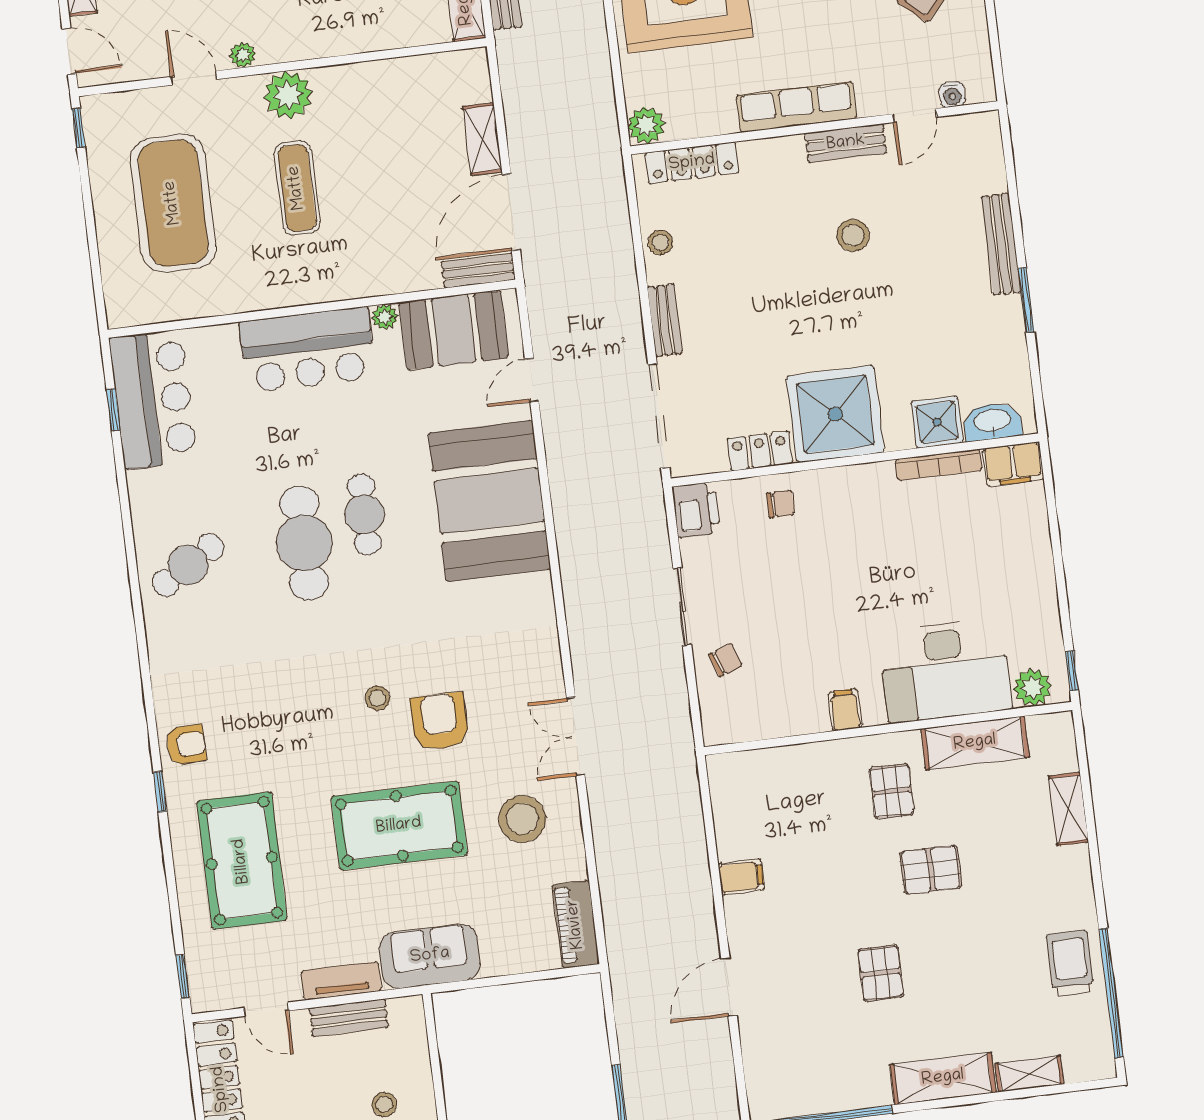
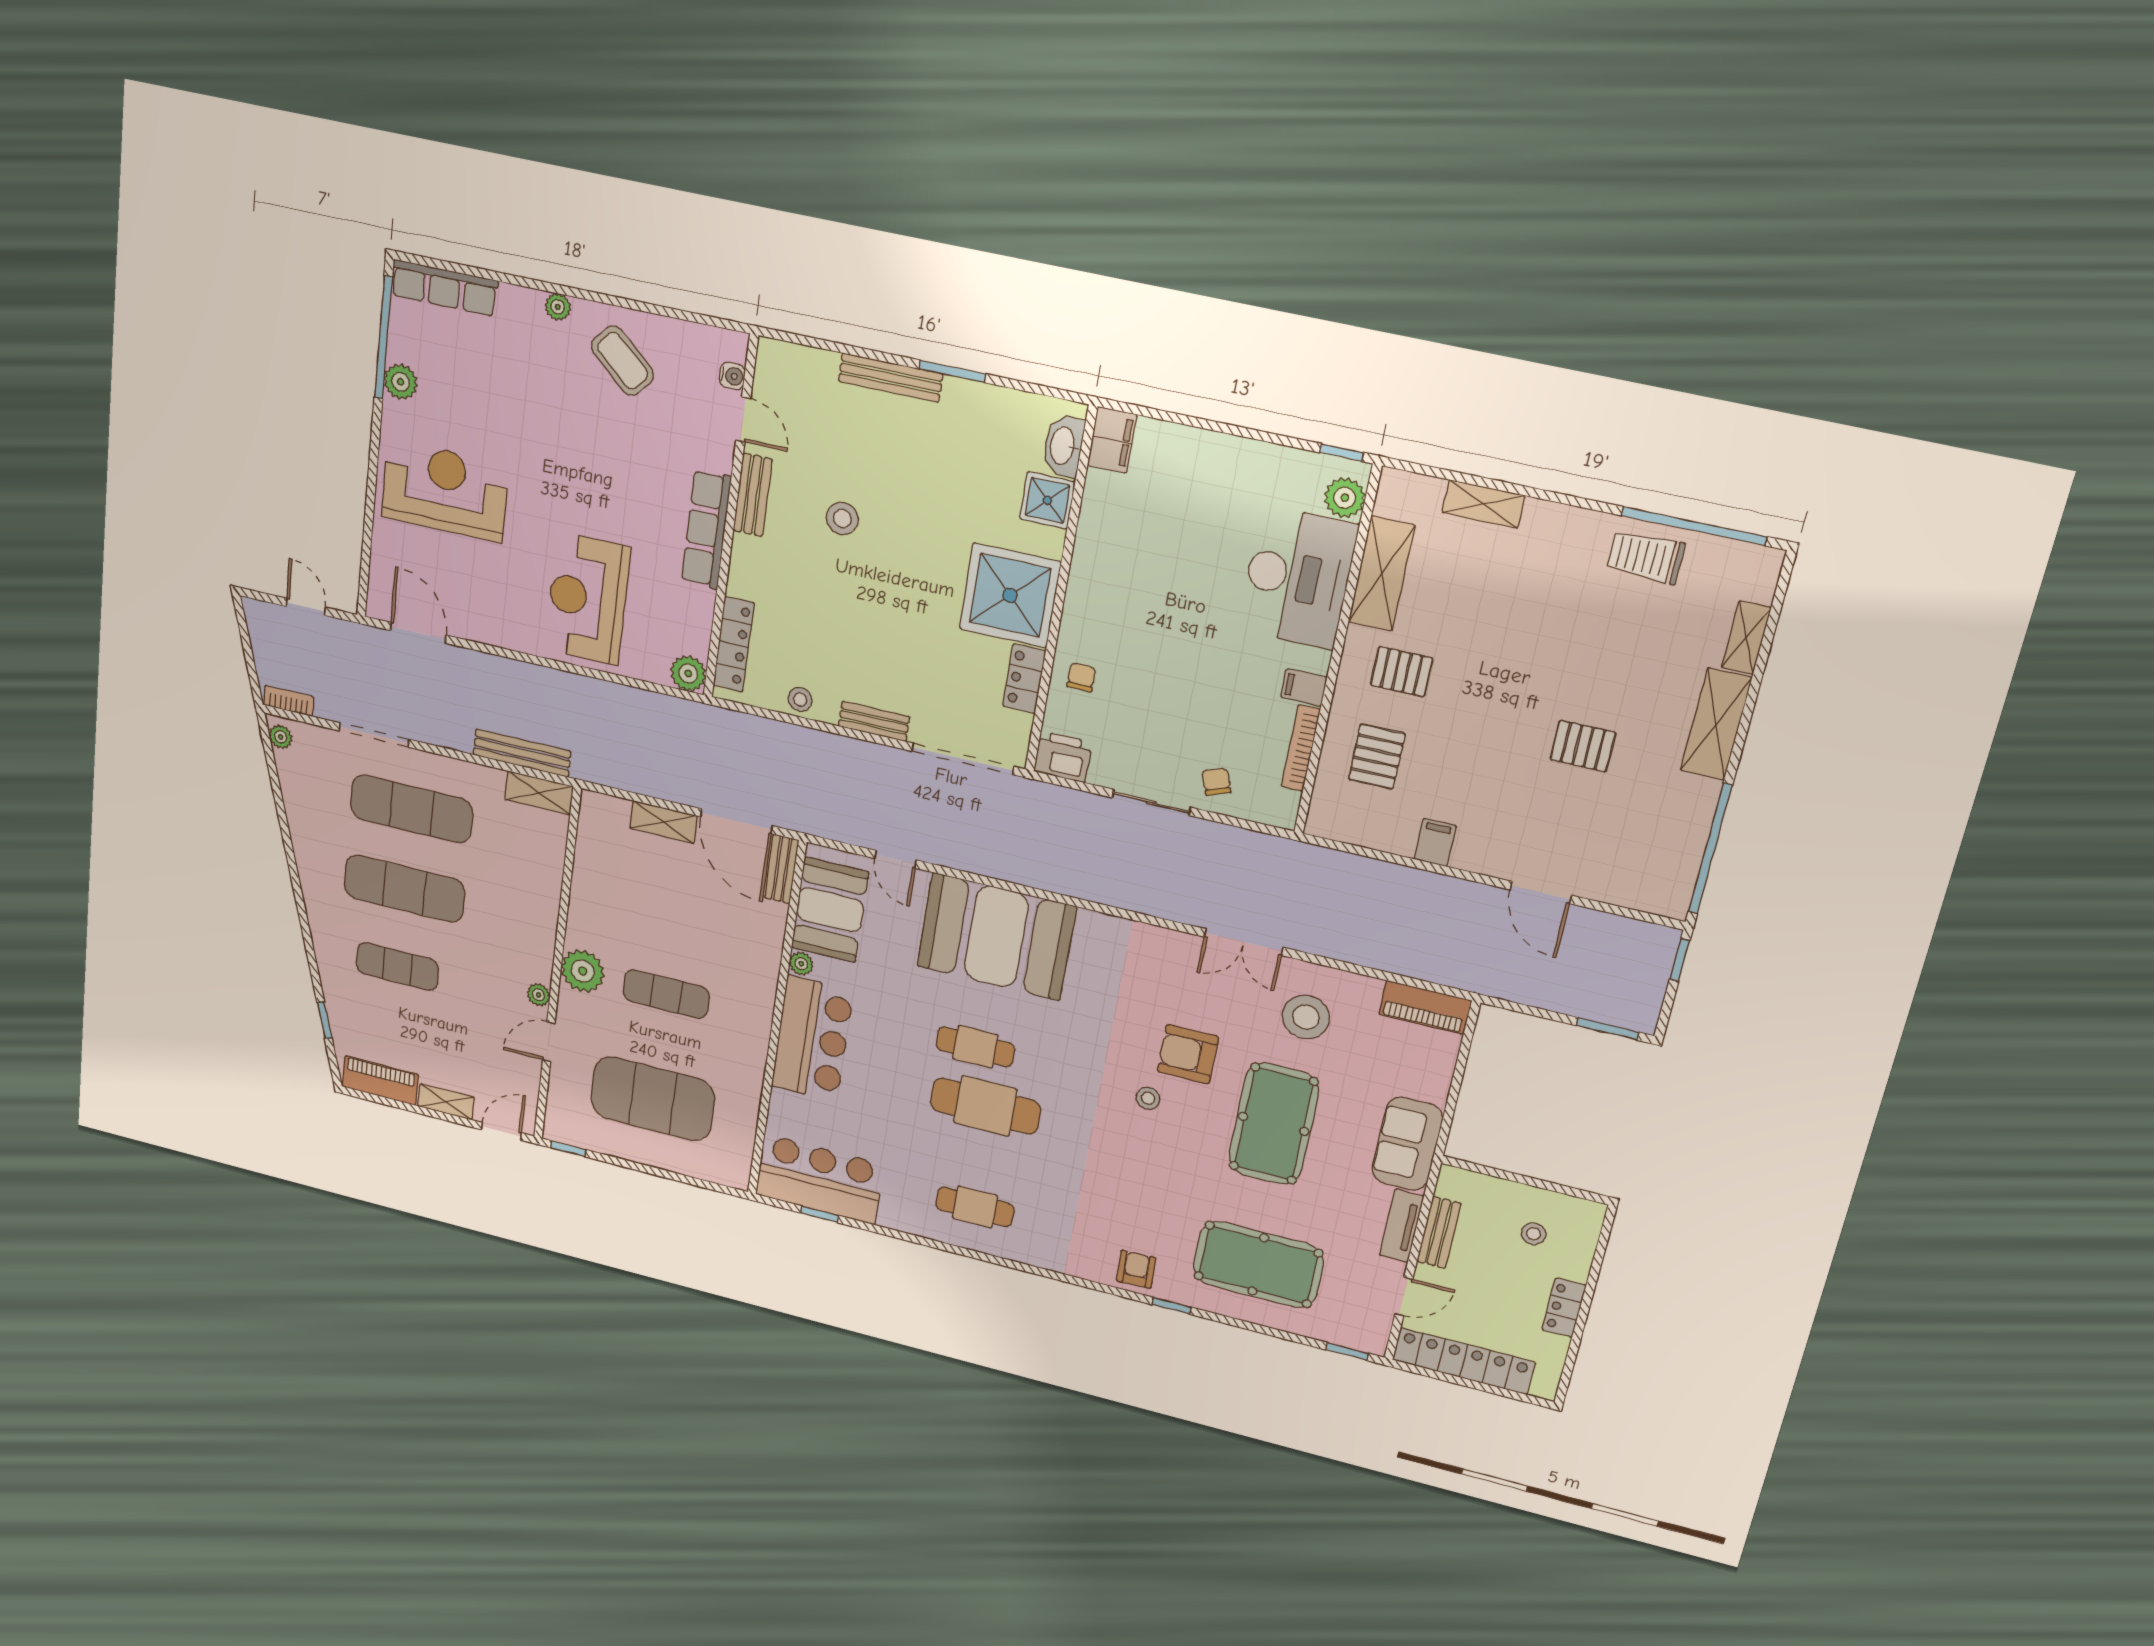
bookcase: (939, 465) -> (1301, 748), moved, turned 180
cafe table: (188, 565) -> (975, 1207), turned -58
pallet: (931, 870) -> (1377, 756), moved

